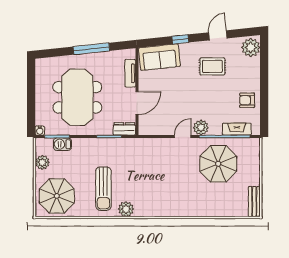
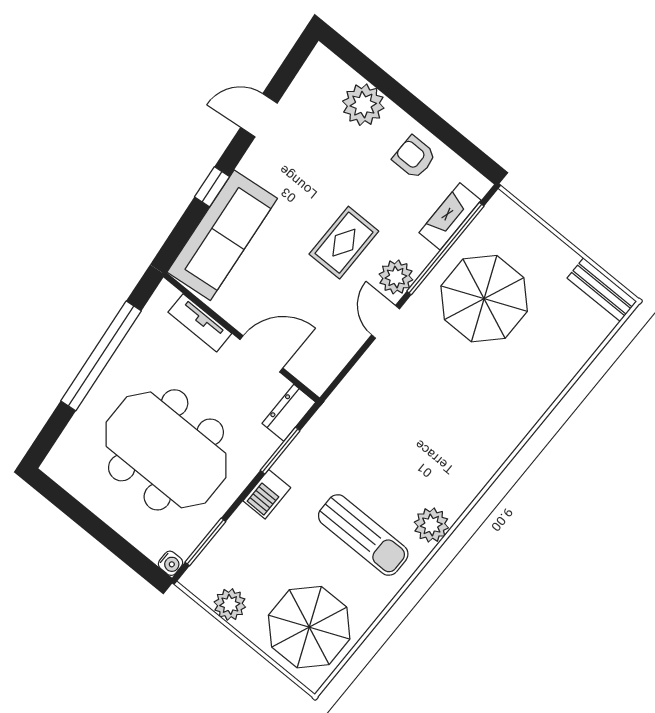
door: (218, 35) -> (259, 115), hinge flipped
plant: (251, 47) -> (363, 105), moved
window: (91, 49) -> (101, 356), width x1.46
sofa: (159, 57) -> (222, 235), width x1.36
rug: (212, 66) -> (344, 243), moved
armchair: (247, 100) -> (414, 157), turned 90
door: (137, 103) -> (261, 354), hinge flipped
barbecue: (62, 144) -> (267, 494), moved

